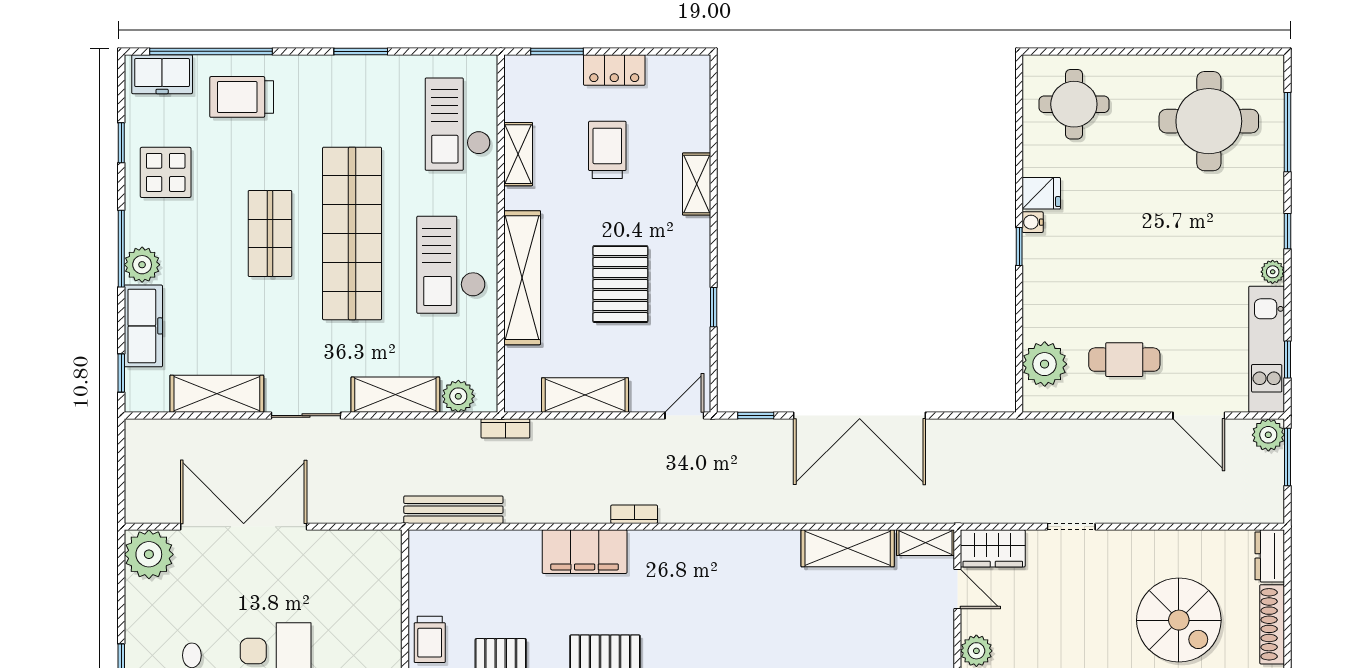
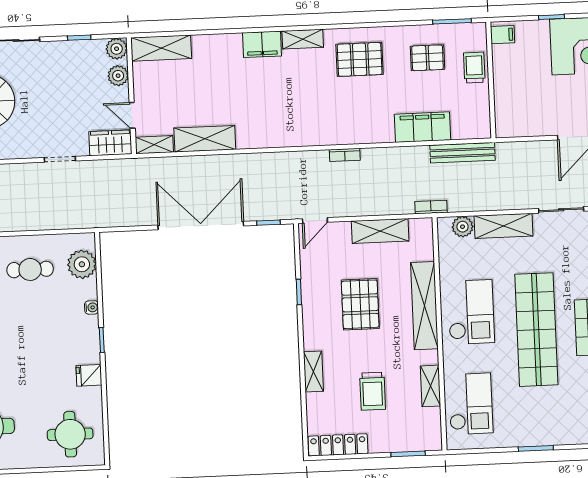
locker: (614, 70) -> (338, 445), moved, width x1.53
water cooler: (1033, 222) -> (92, 307), moved
filing cabinet: (585, 552) -> (423, 127), moved

